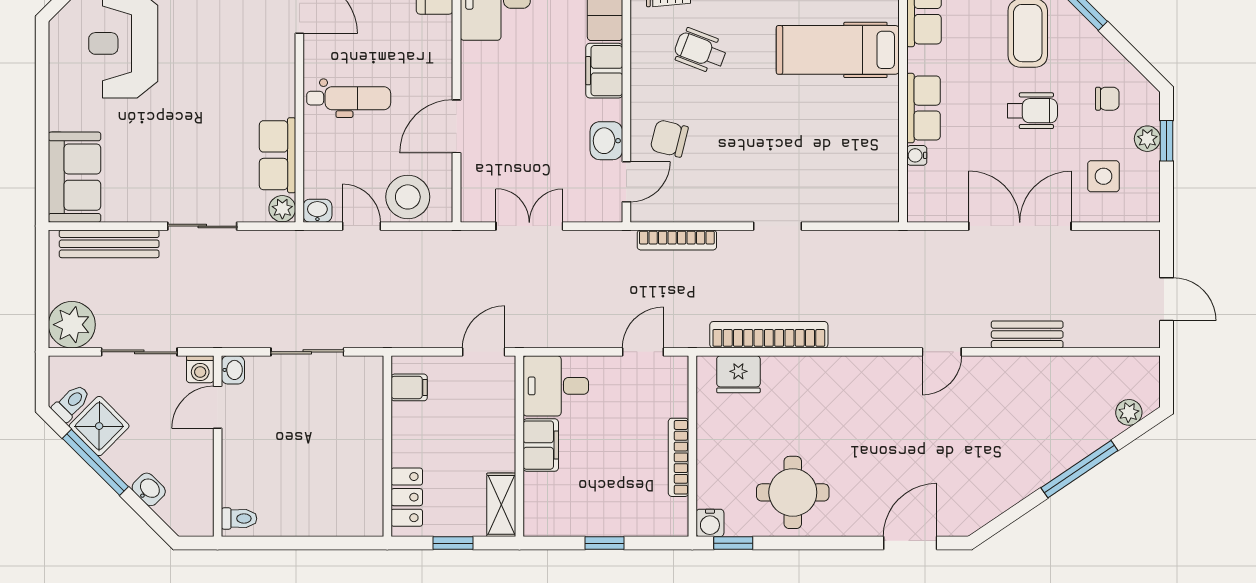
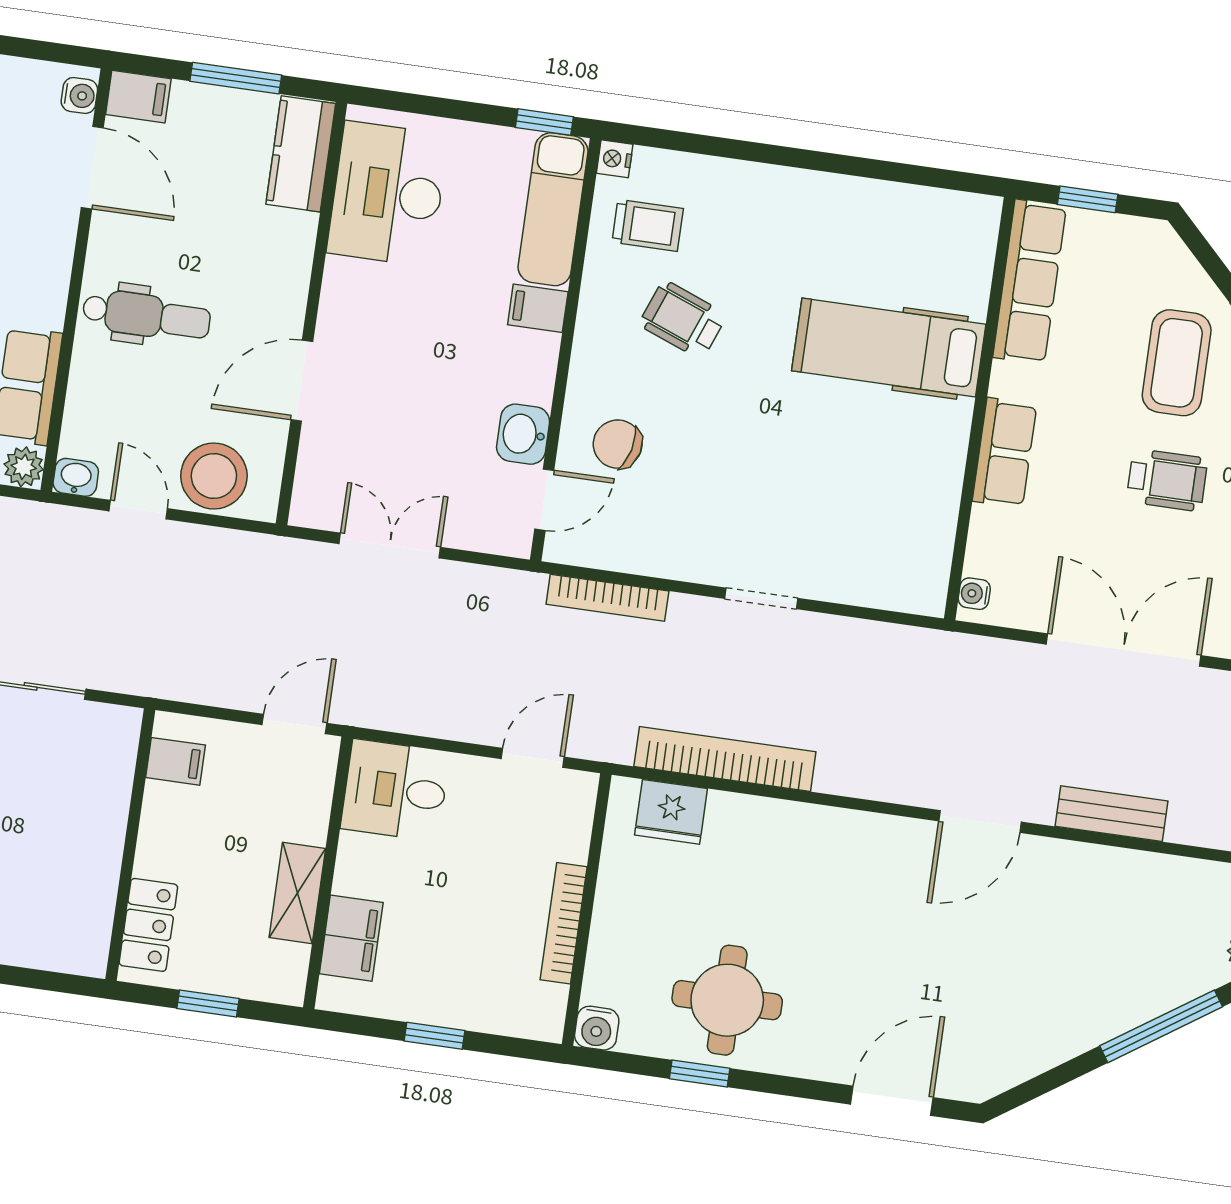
filing cabinet: (604, 71) -> (538, 308), width x0.50
water cooler: (917, 155) -> (974, 594), moved
door: (942, 352) -> (980, 822), width x1.38
filing cabinet: (541, 445) -> (351, 938), moved
shelving: (501, 505) -> (297, 893), moved
window: (733, 543) -> (700, 1073), moved

